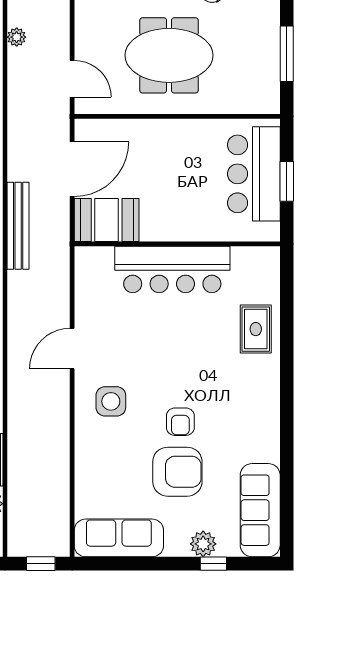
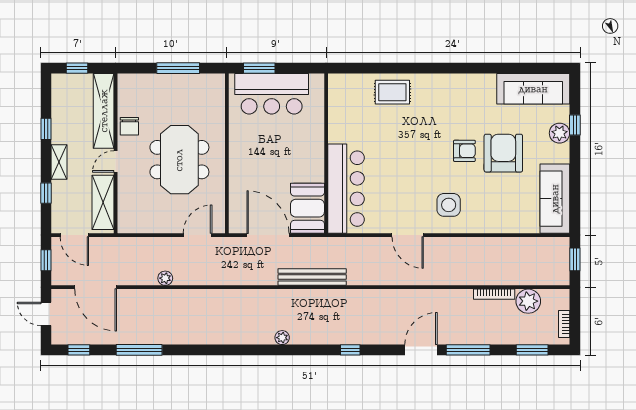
window: (287, 181) -> (259, 68), moved
bar counter: (172, 269) -> (346, 189), moved

